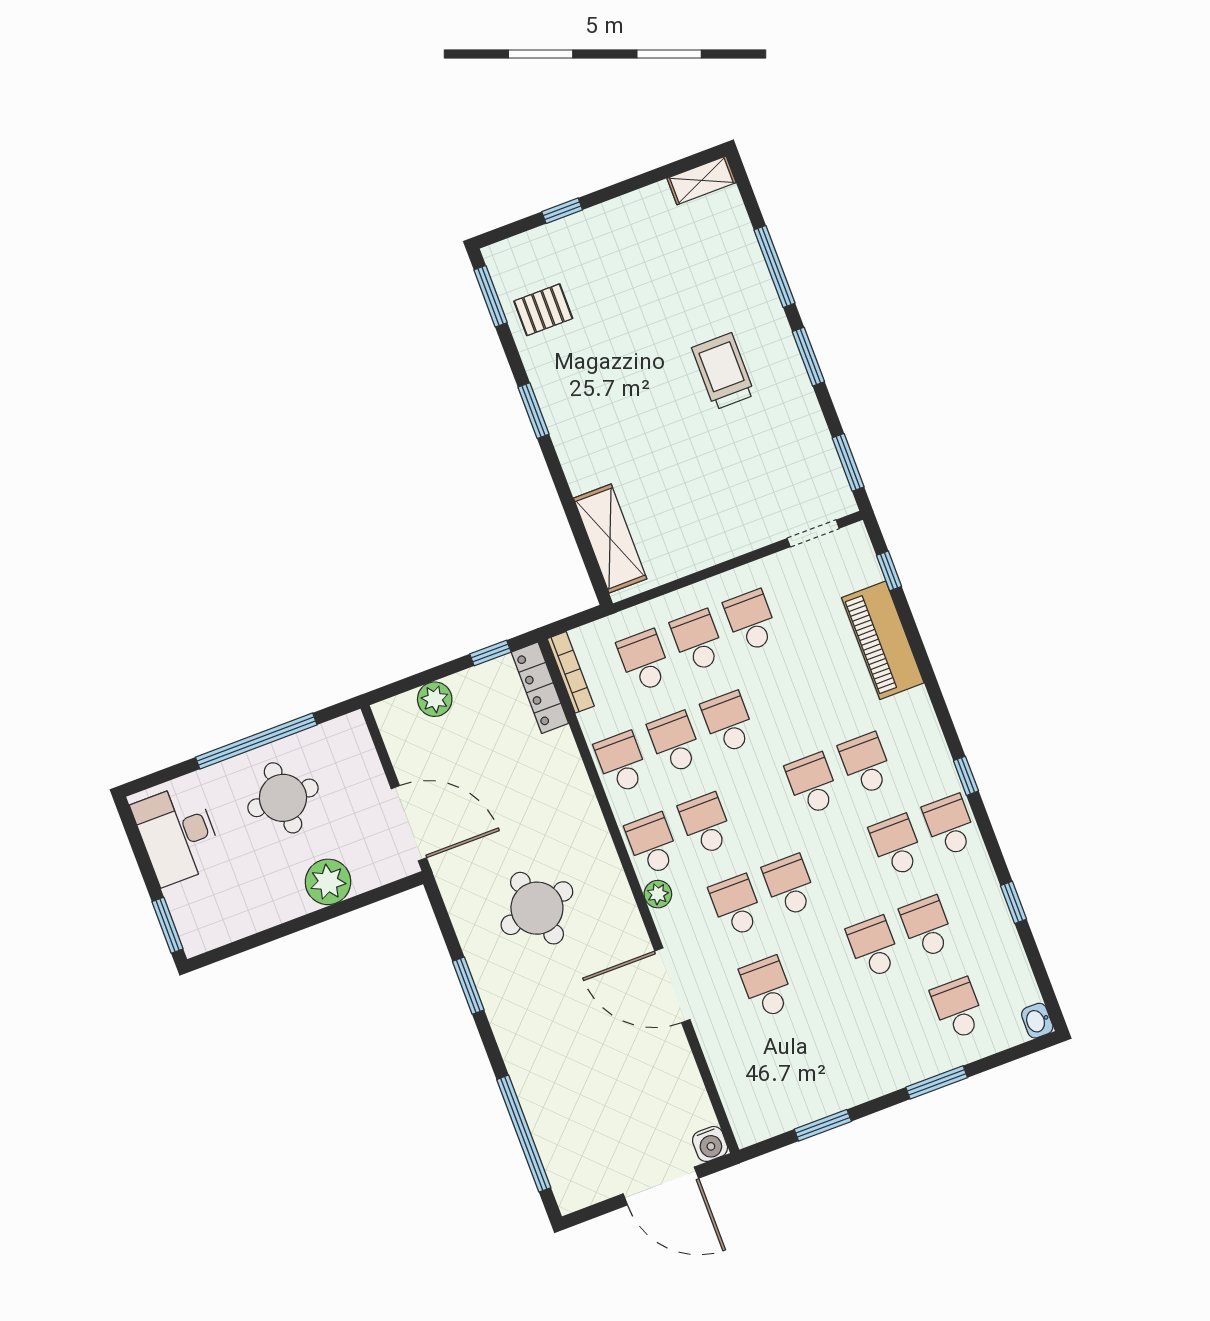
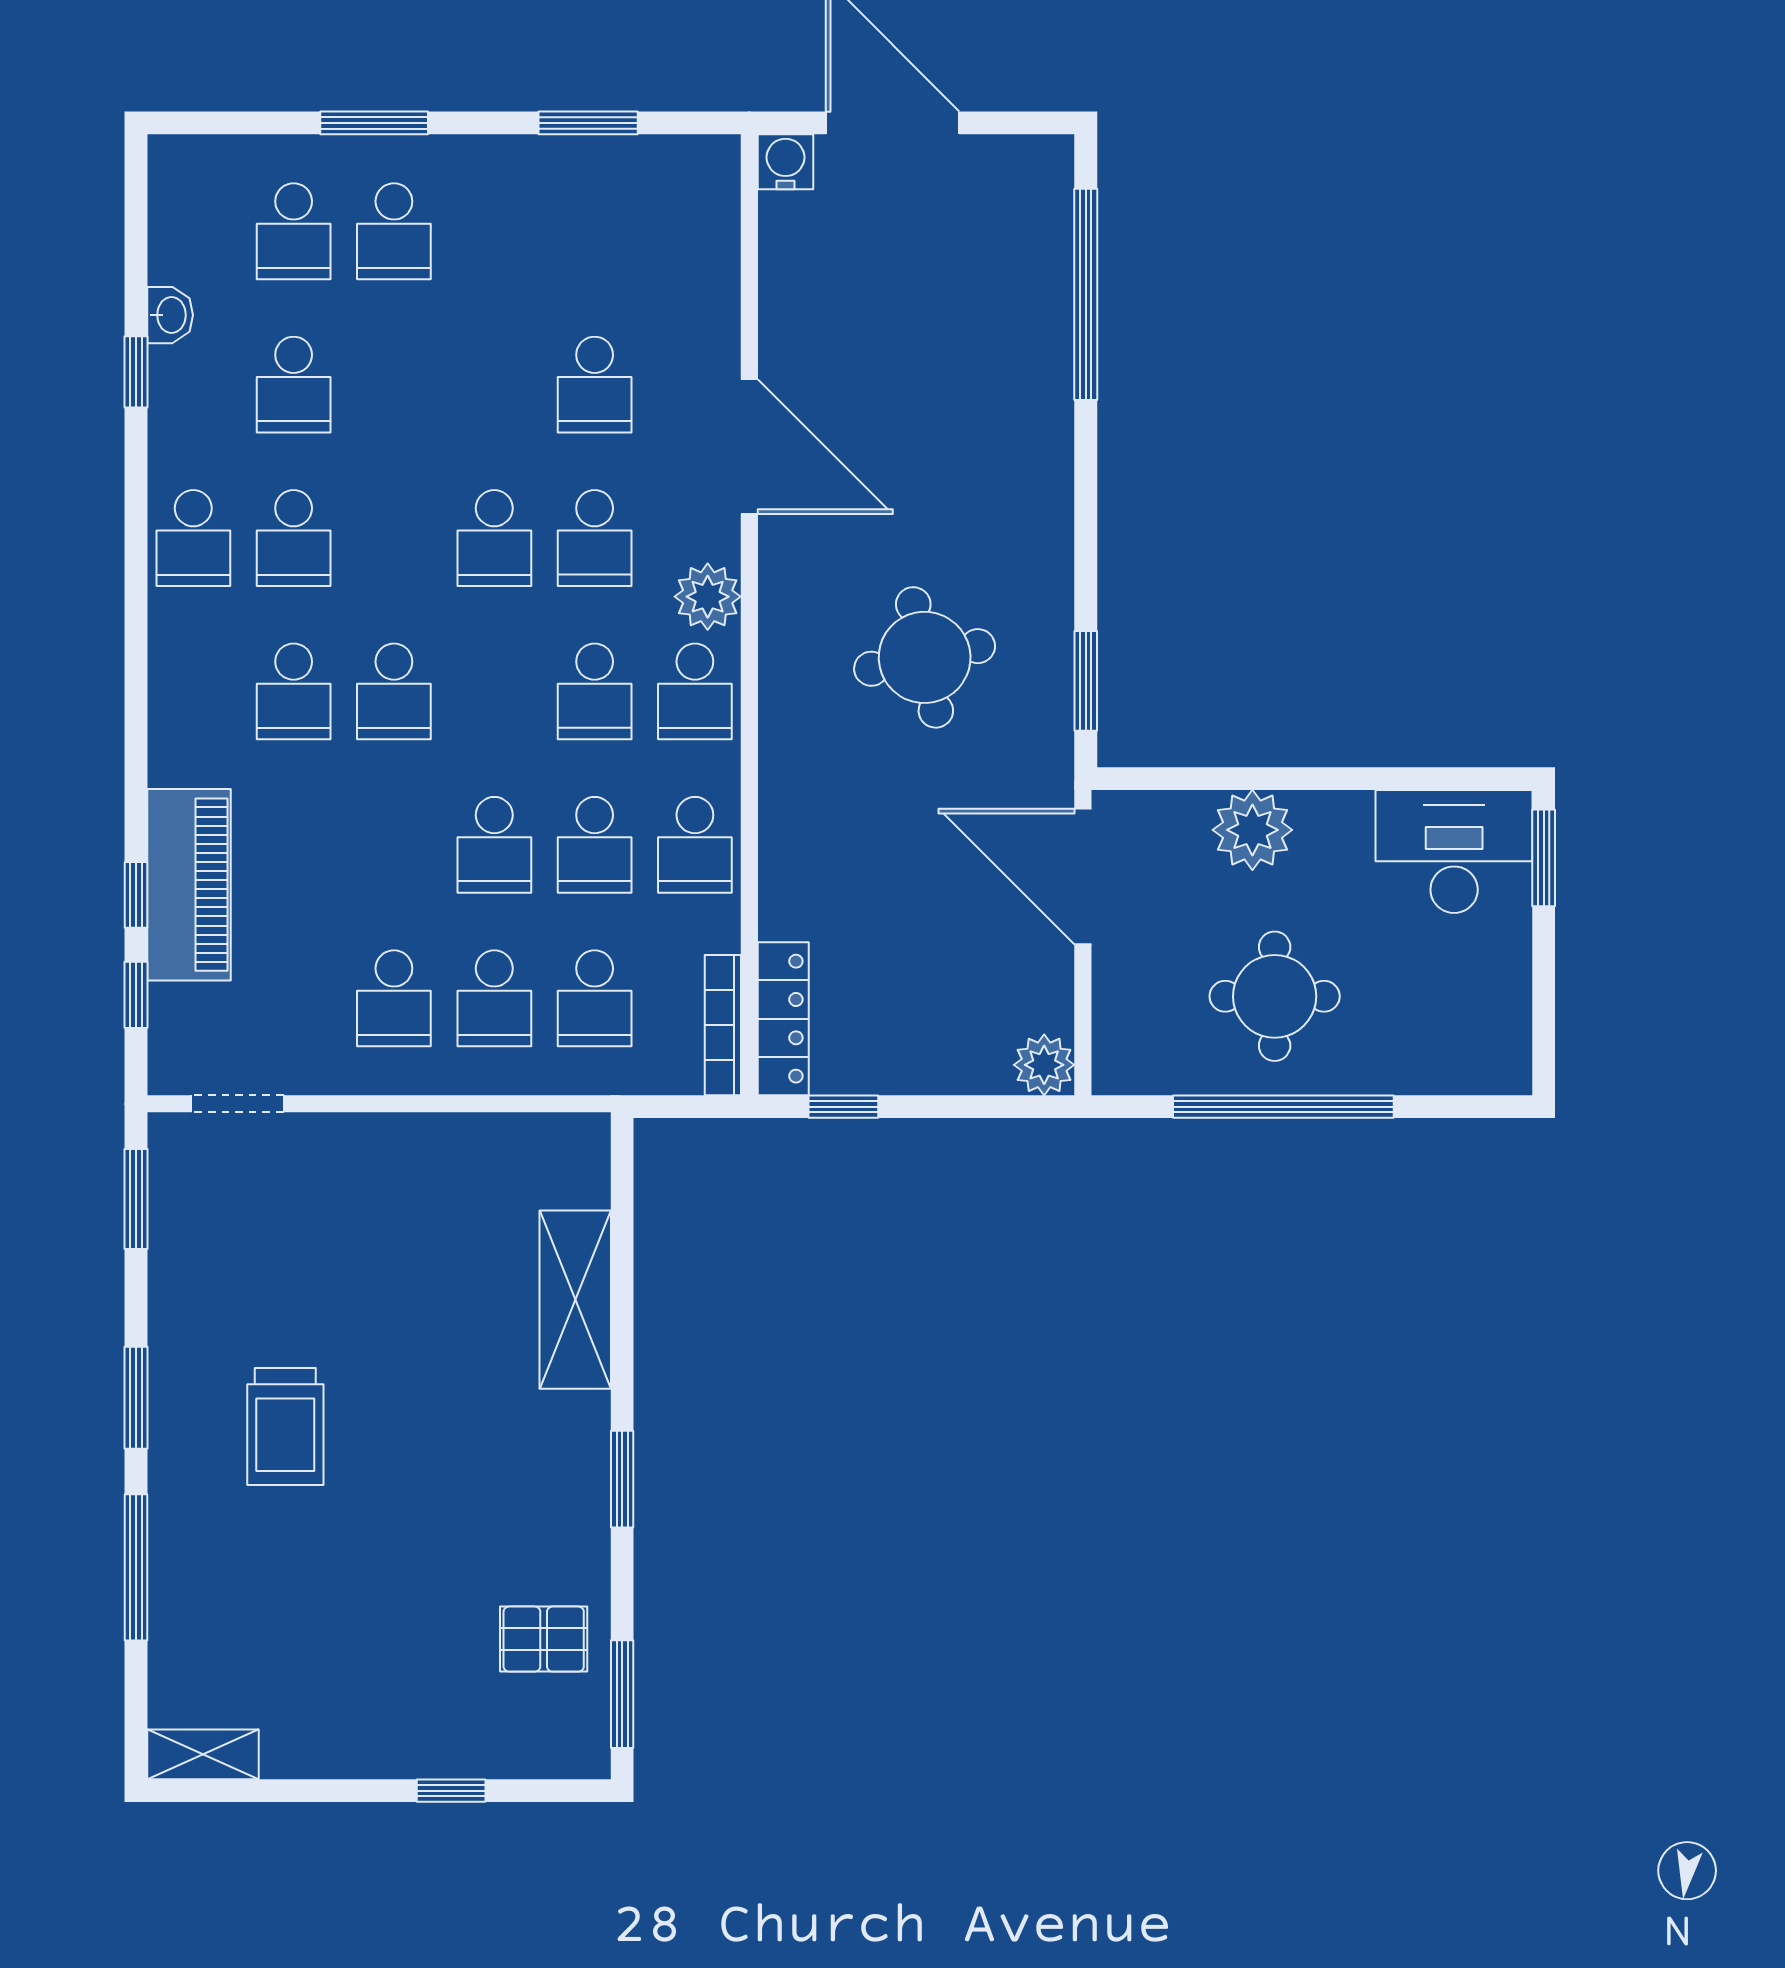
shelving: (610, 538) -> (575, 1300), moved
plant: (435, 699) -> (1044, 1065), moved
window: (966, 776) -> (136, 895), moved
desk: (178, 835) -> (1454, 852), moved, turned -90
plant: (658, 894) -> (708, 597), width x1.38, depth x1.38
school desk: (874, 947) -> (394, 231), moved
window: (468, 986) -> (1086, 681), moved
washbasin: (1037, 1021) -> (170, 315), moved

